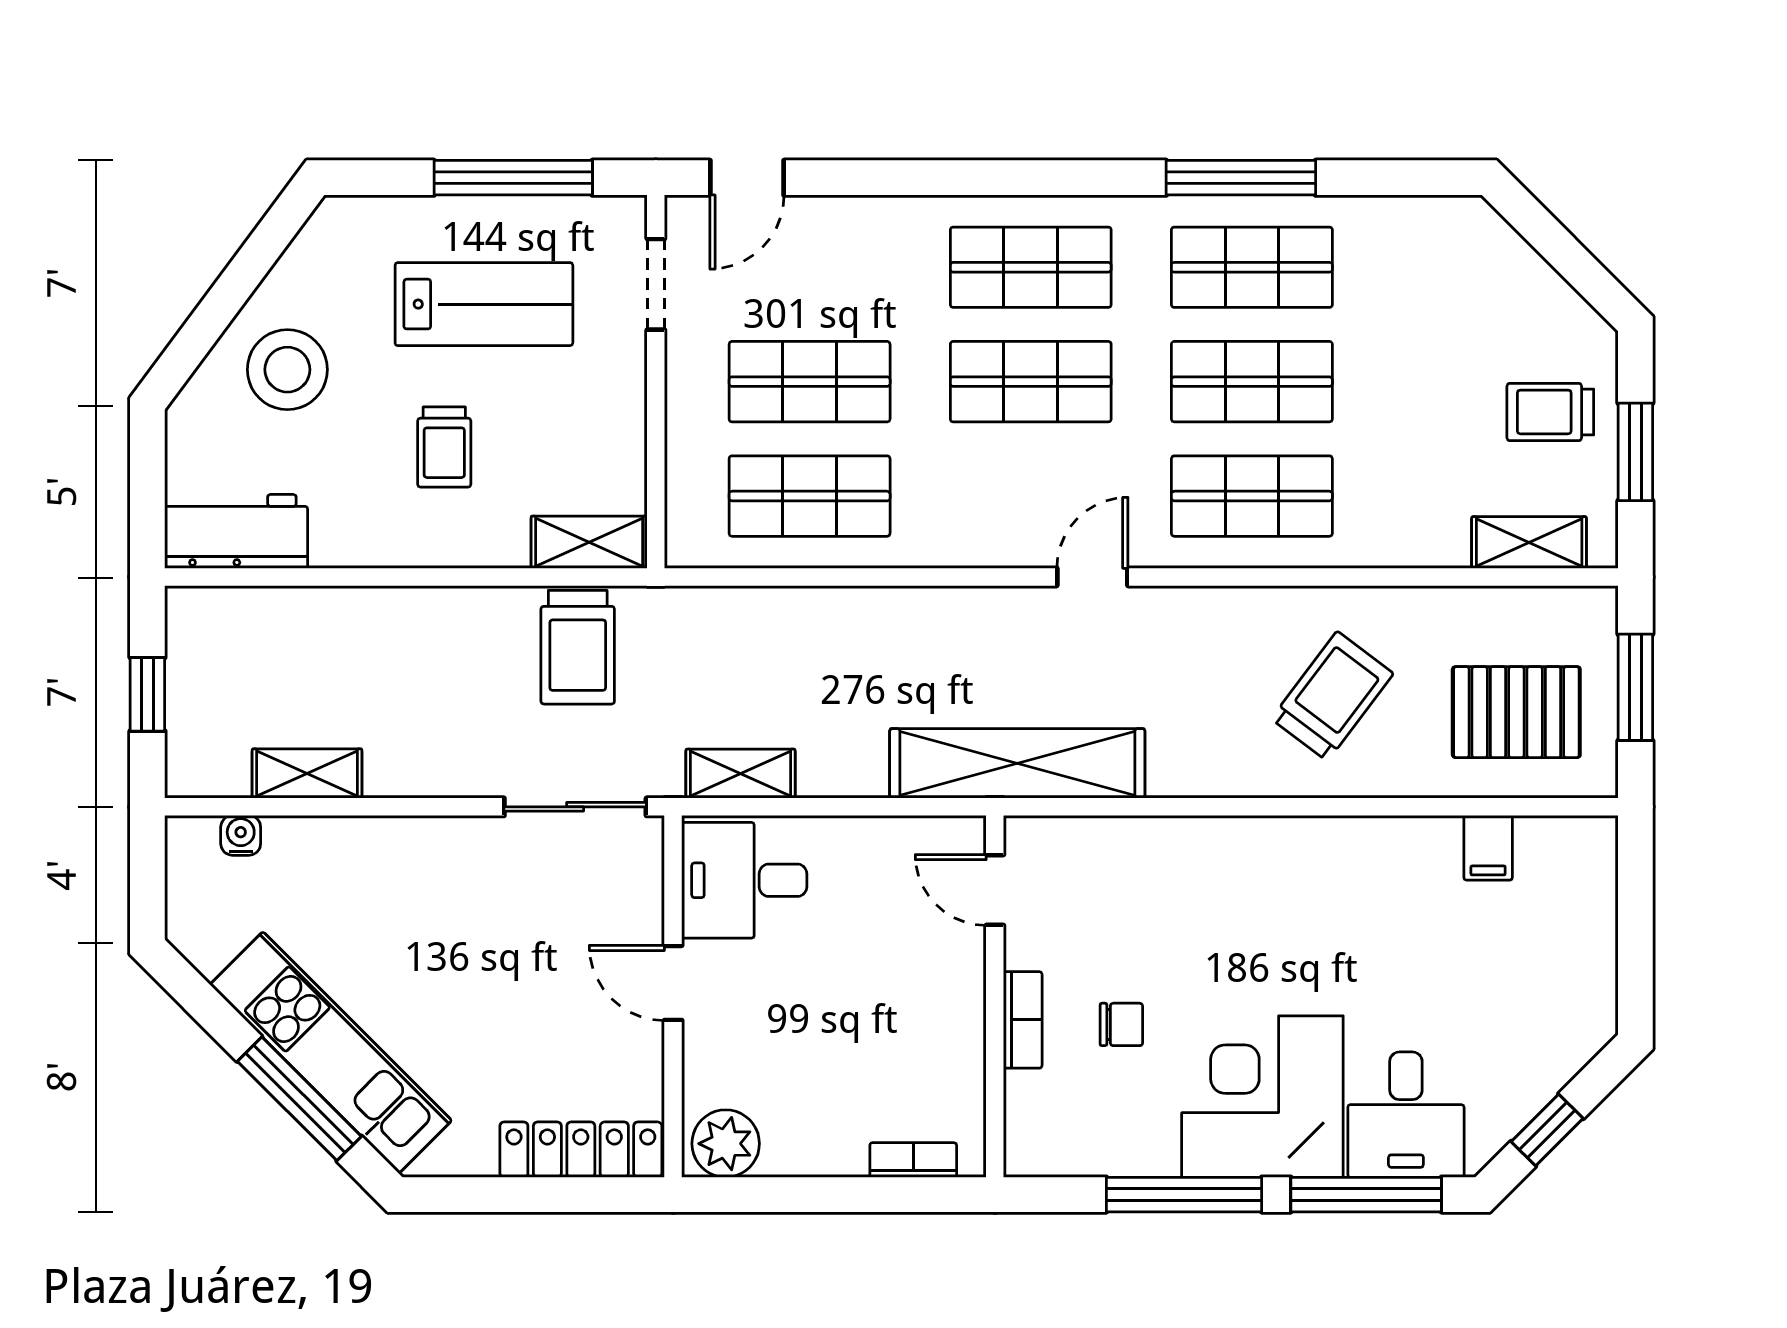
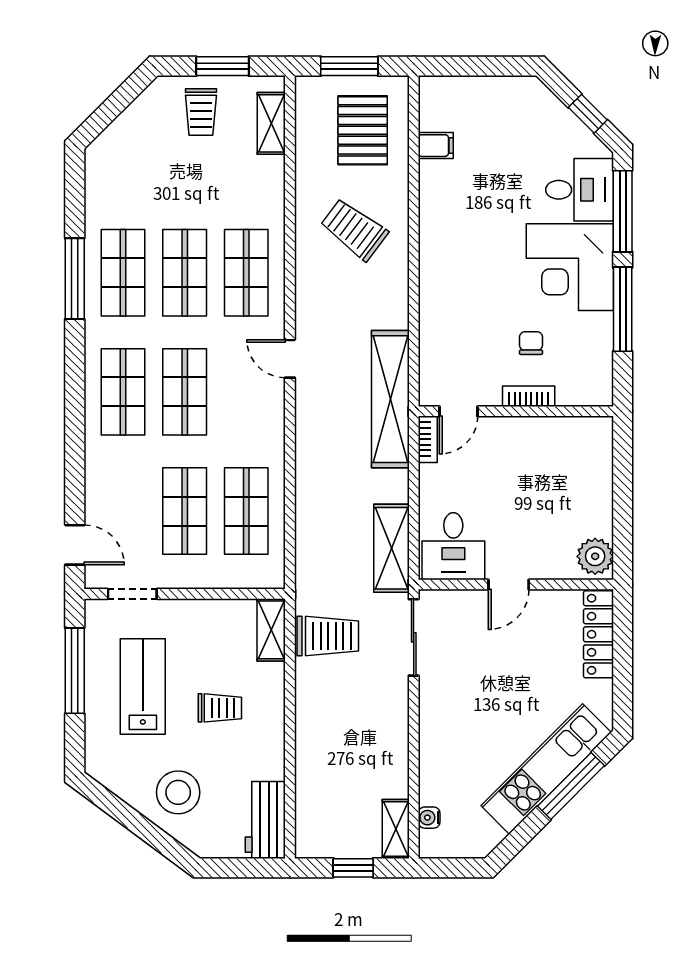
shelving: (307, 773) -> (396, 829), moved
shelving: (740, 774) -> (391, 548), width x1.50, depth x1.33
bookcase: (913, 1160) -> (428, 439), moved, turned 180

